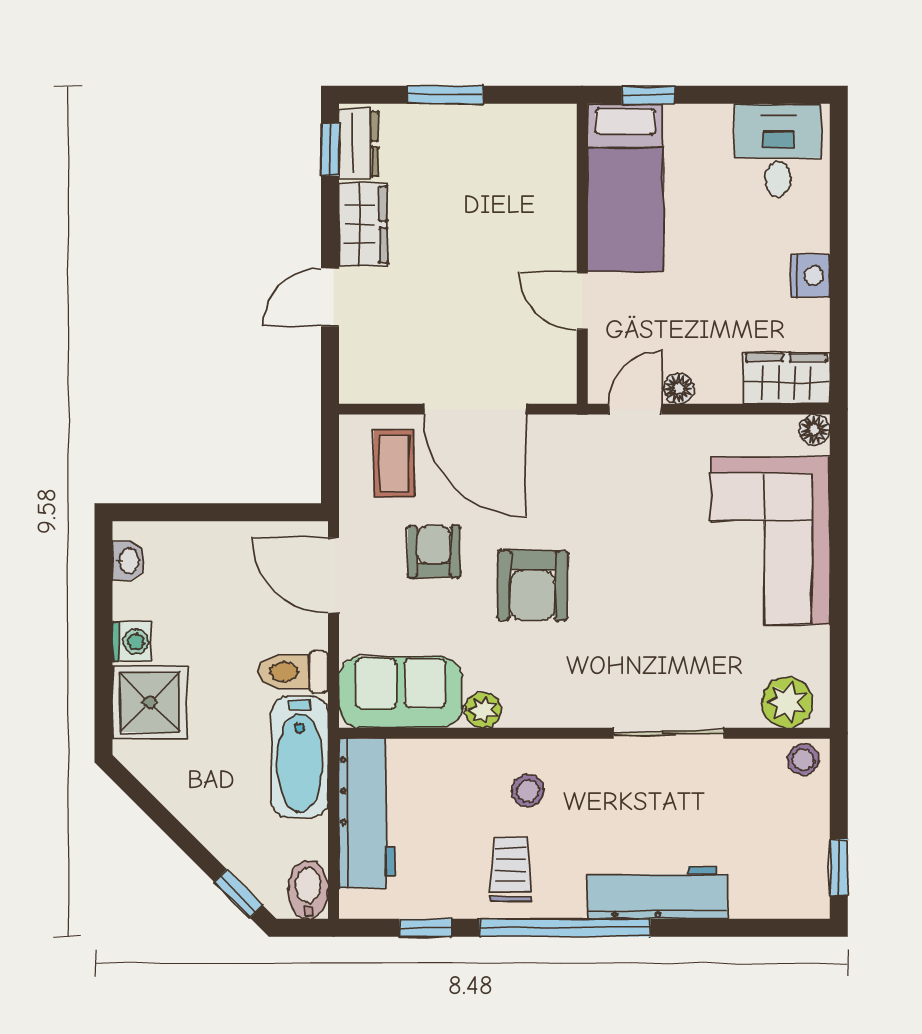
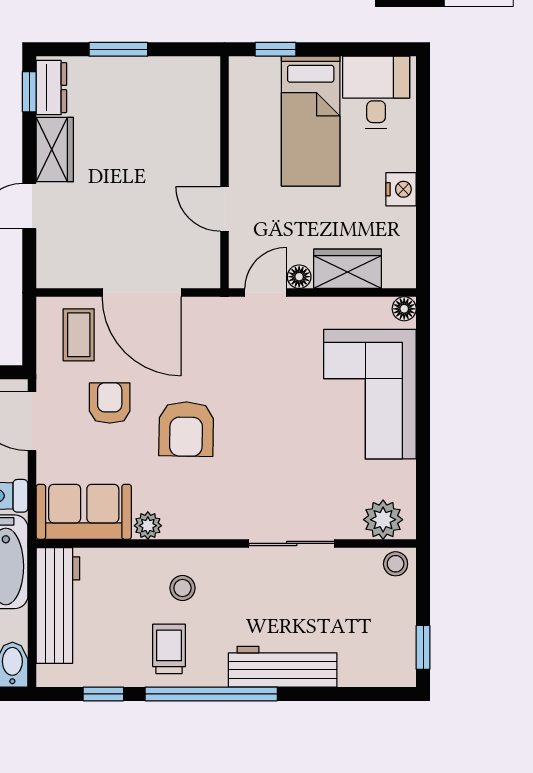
bed: (625, 188) -> (311, 121), moved
wardrobe: (786, 378) -> (348, 269), moved

